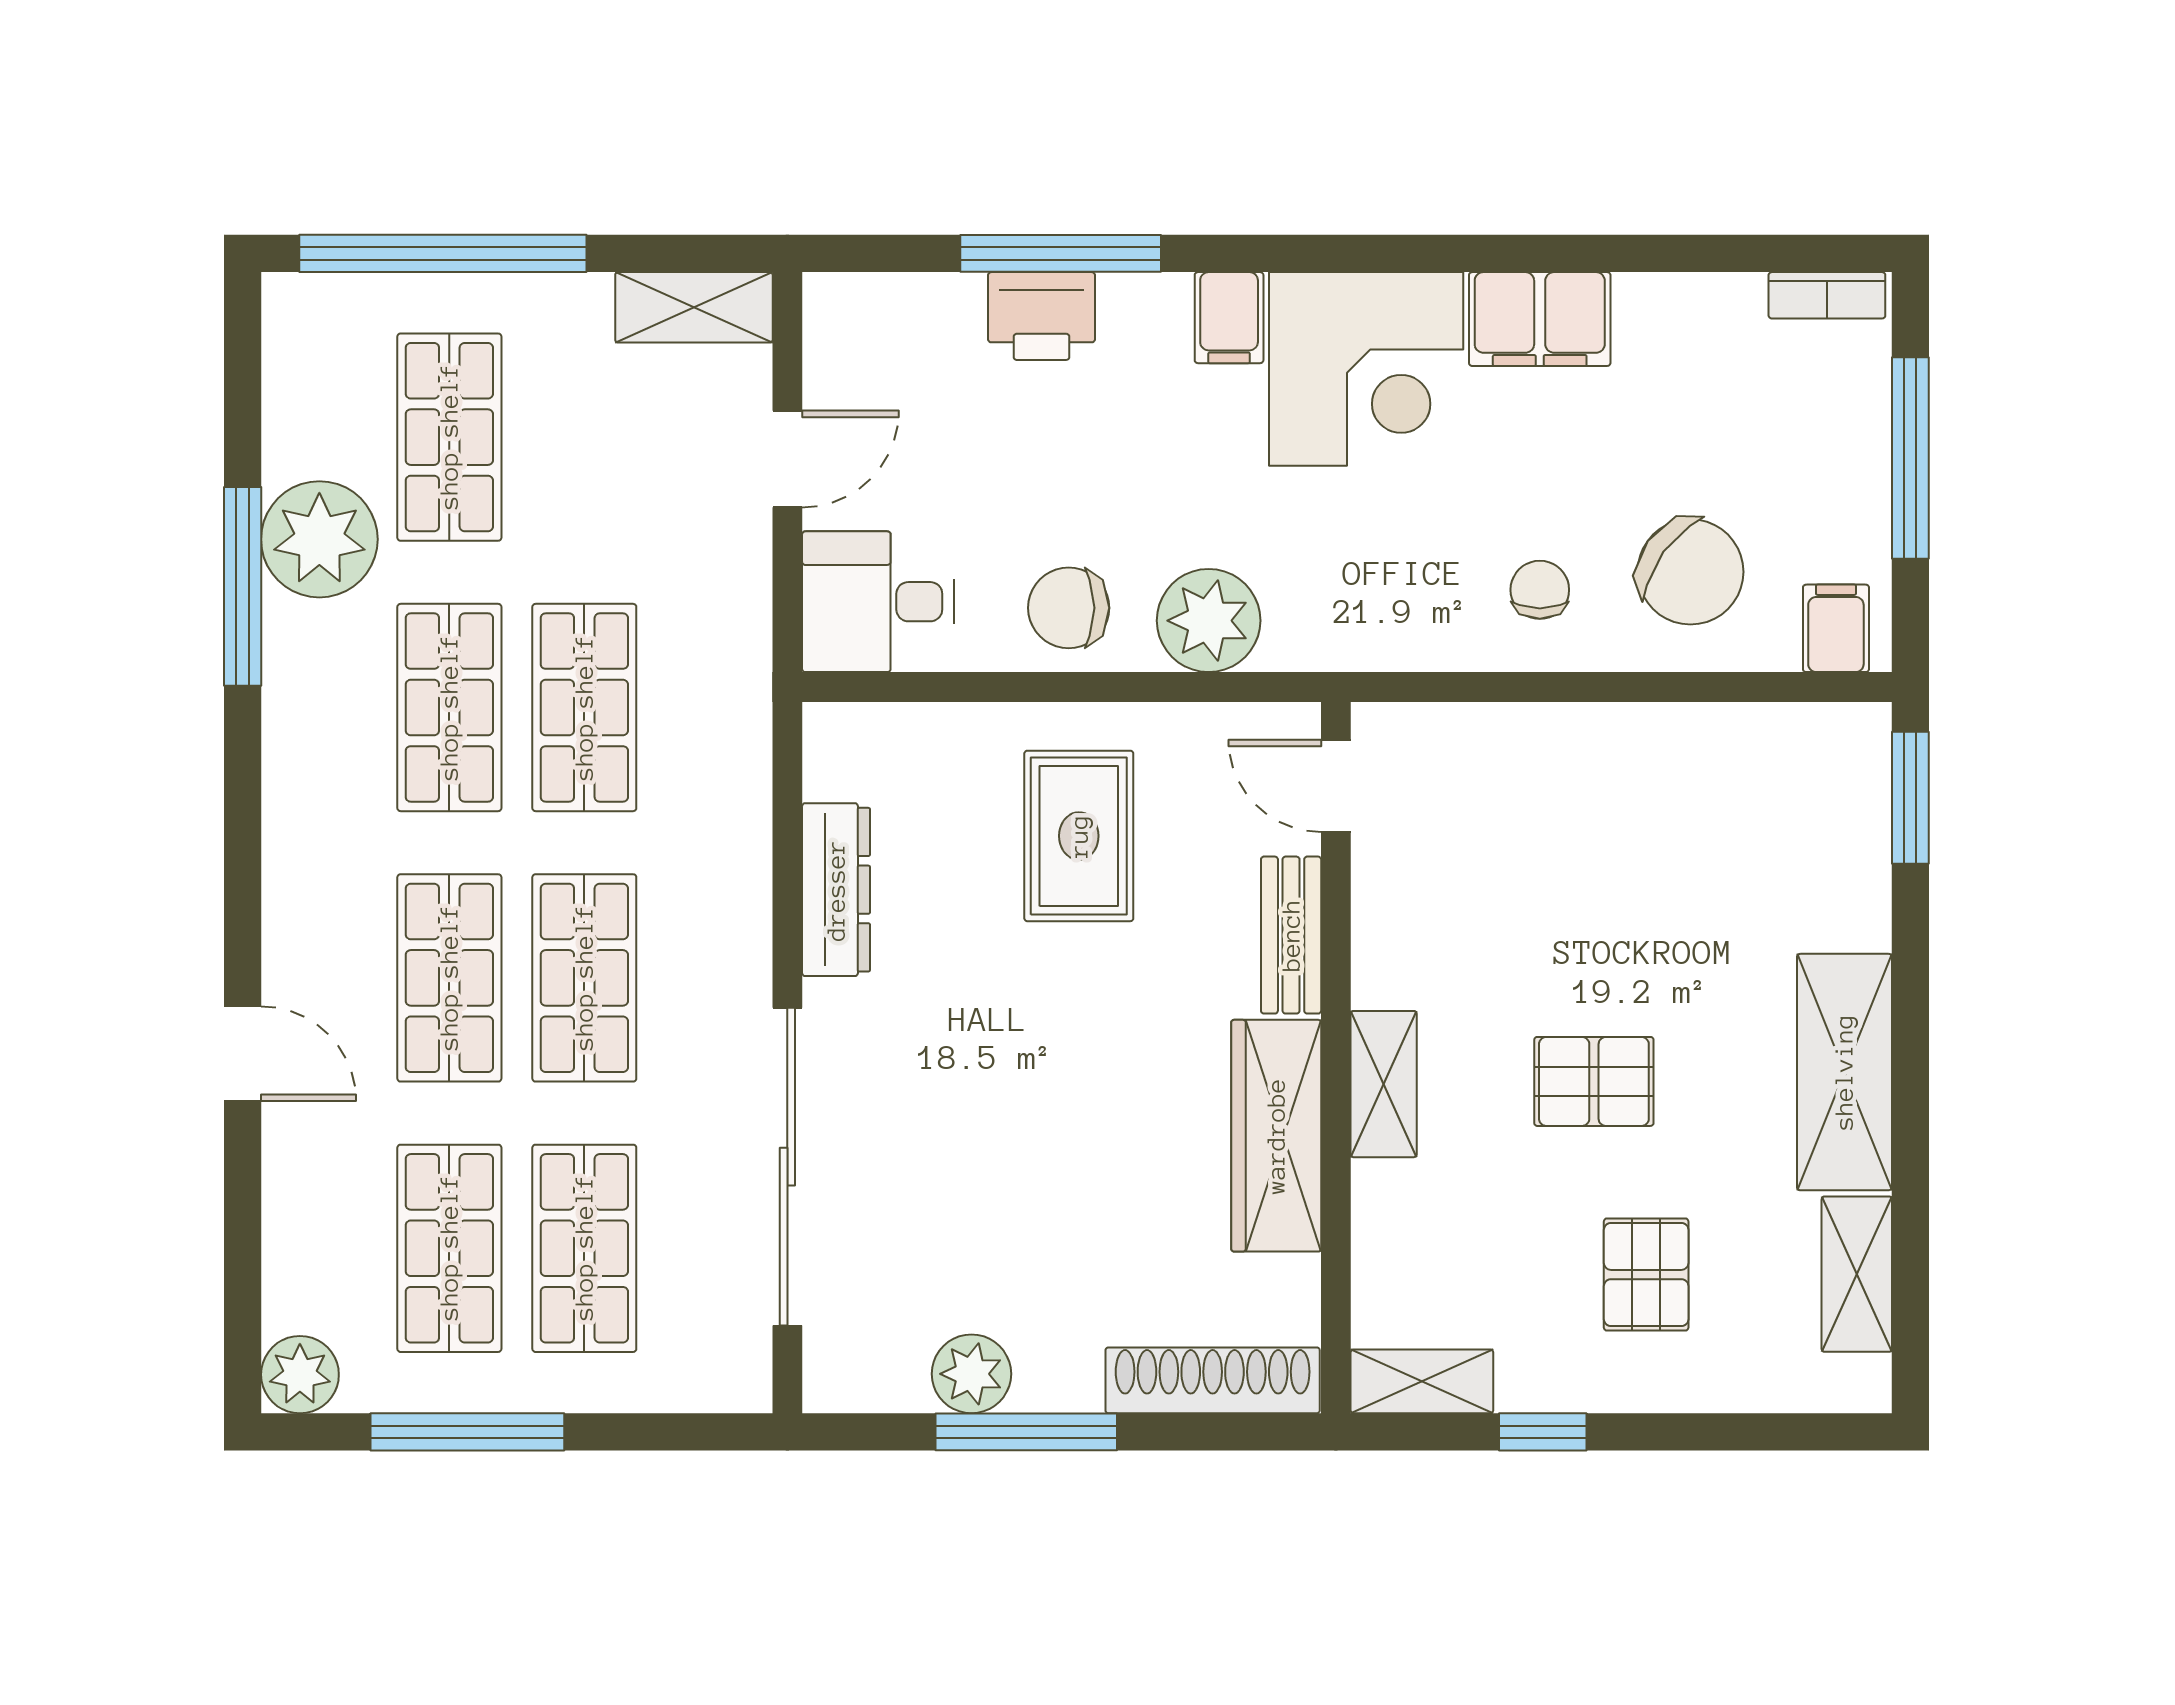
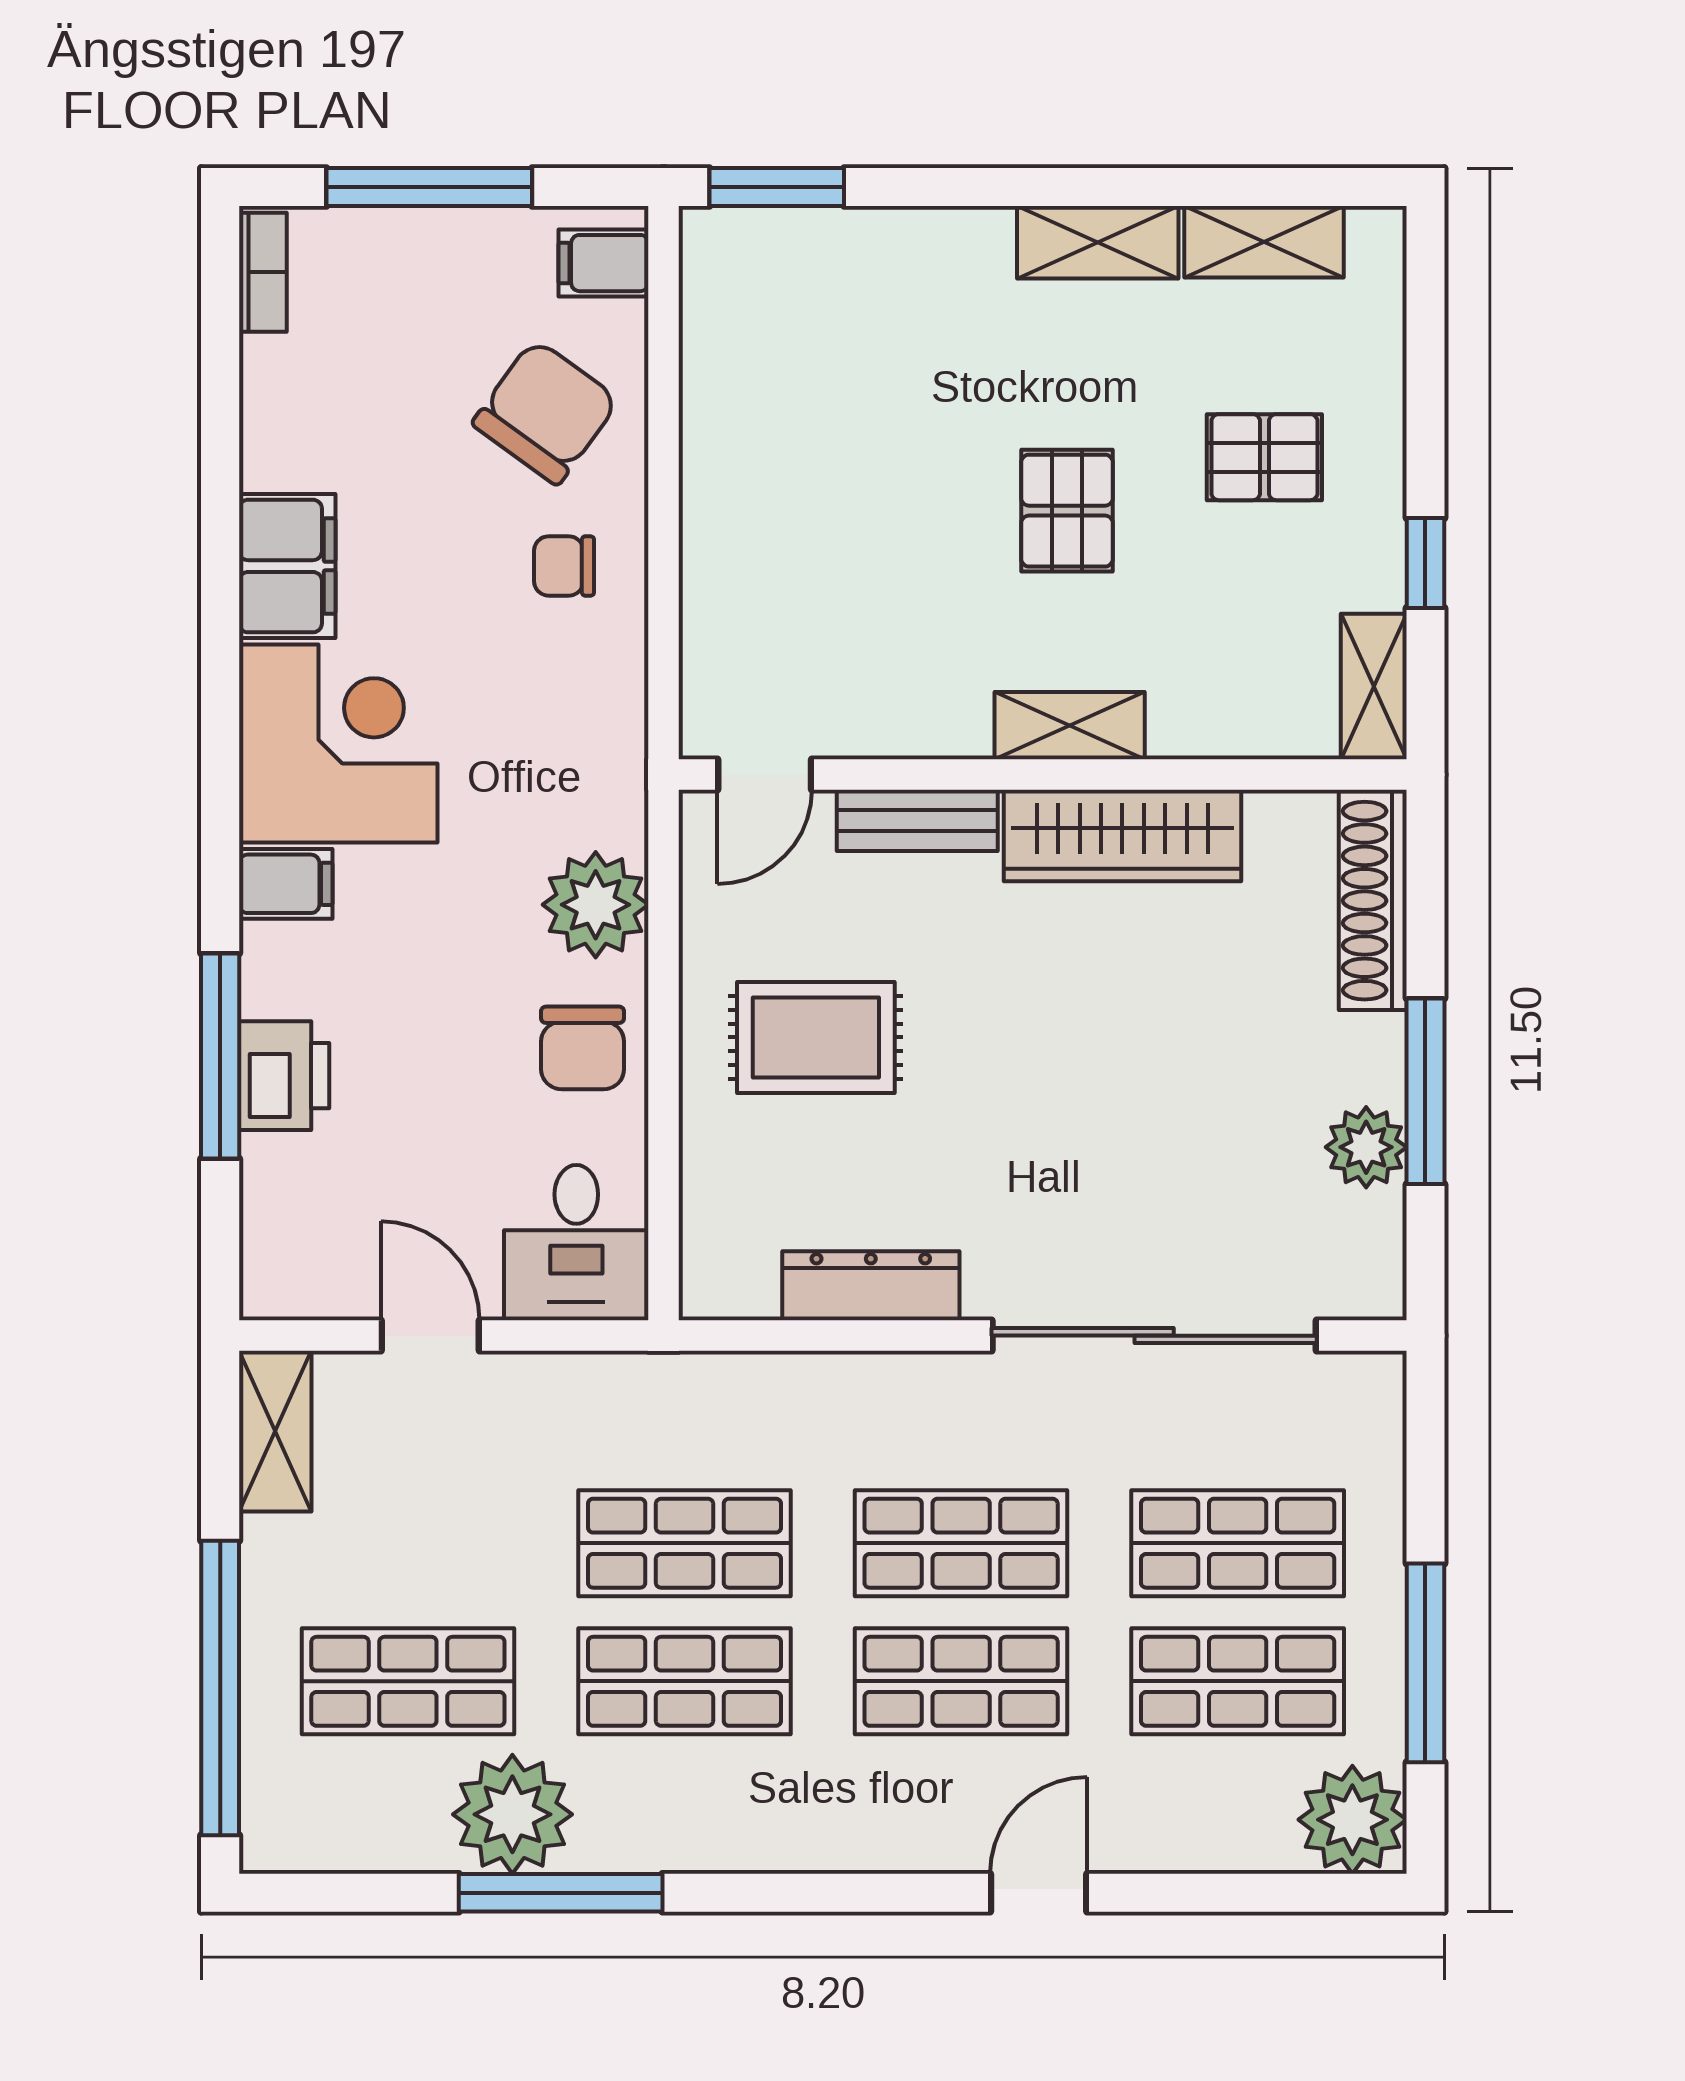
shelving: (1844, 1072) -> (1098, 242), width x0.67, depth x0.75
plant: (300, 1375) -> (1352, 1820), width x1.36, depth x1.36

